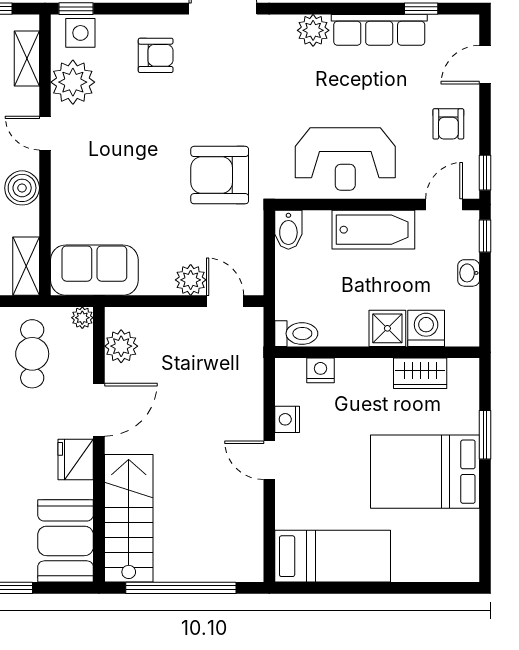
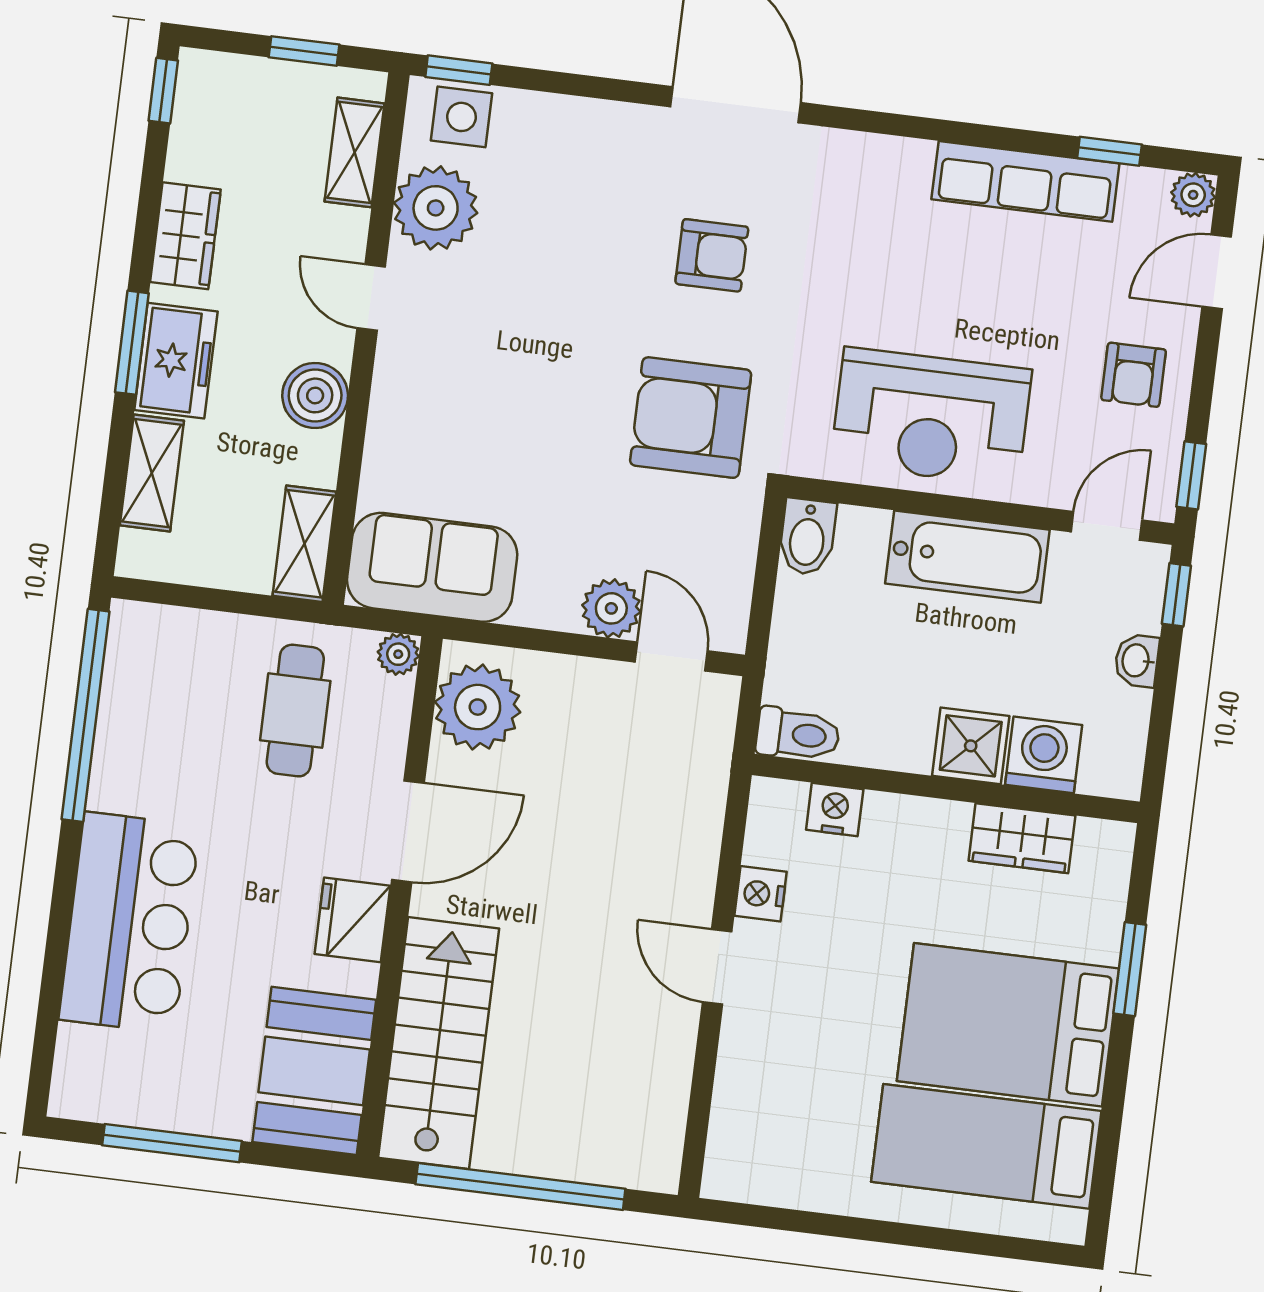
plant: (313, 30) -> (1193, 195), moved, width x0.73, depth x0.73
armchair: (156, 55) -> (712, 255), moved
plant: (121, 346) -> (478, 707), width x1.36, depth x1.36
bed: (333, 556) -> (986, 1146), moved, turned 180

